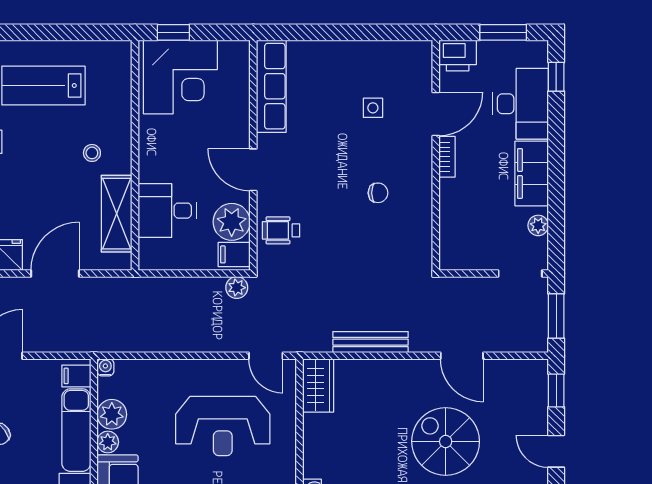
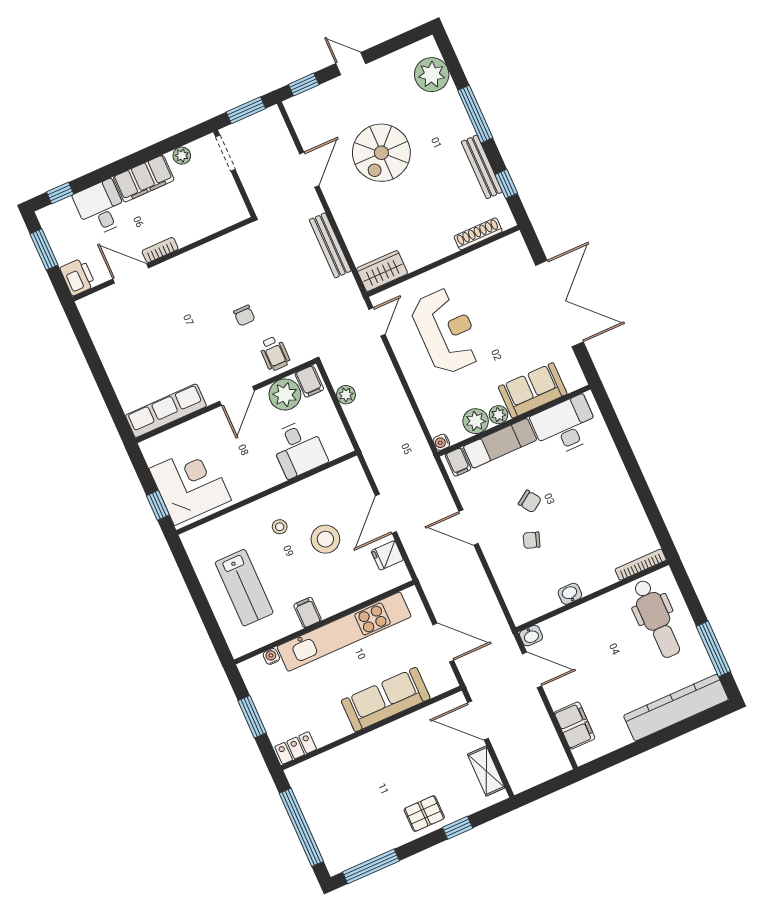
desk: (521, 104) -> (101, 208), width x0.73
side table: (373, 108) -> (148, 324), removed
chair: (378, 193) -> (244, 316), moved, turned 180
stool: (57, 196) -> (325, 539), added
shelving: (117, 214) -> (318, 487), removed
door: (55, 273) -> (386, 514), hinge flipped
plant: (237, 288) -> (346, 395), moved
door: (556, 451) -> (351, 64), swing flipped

